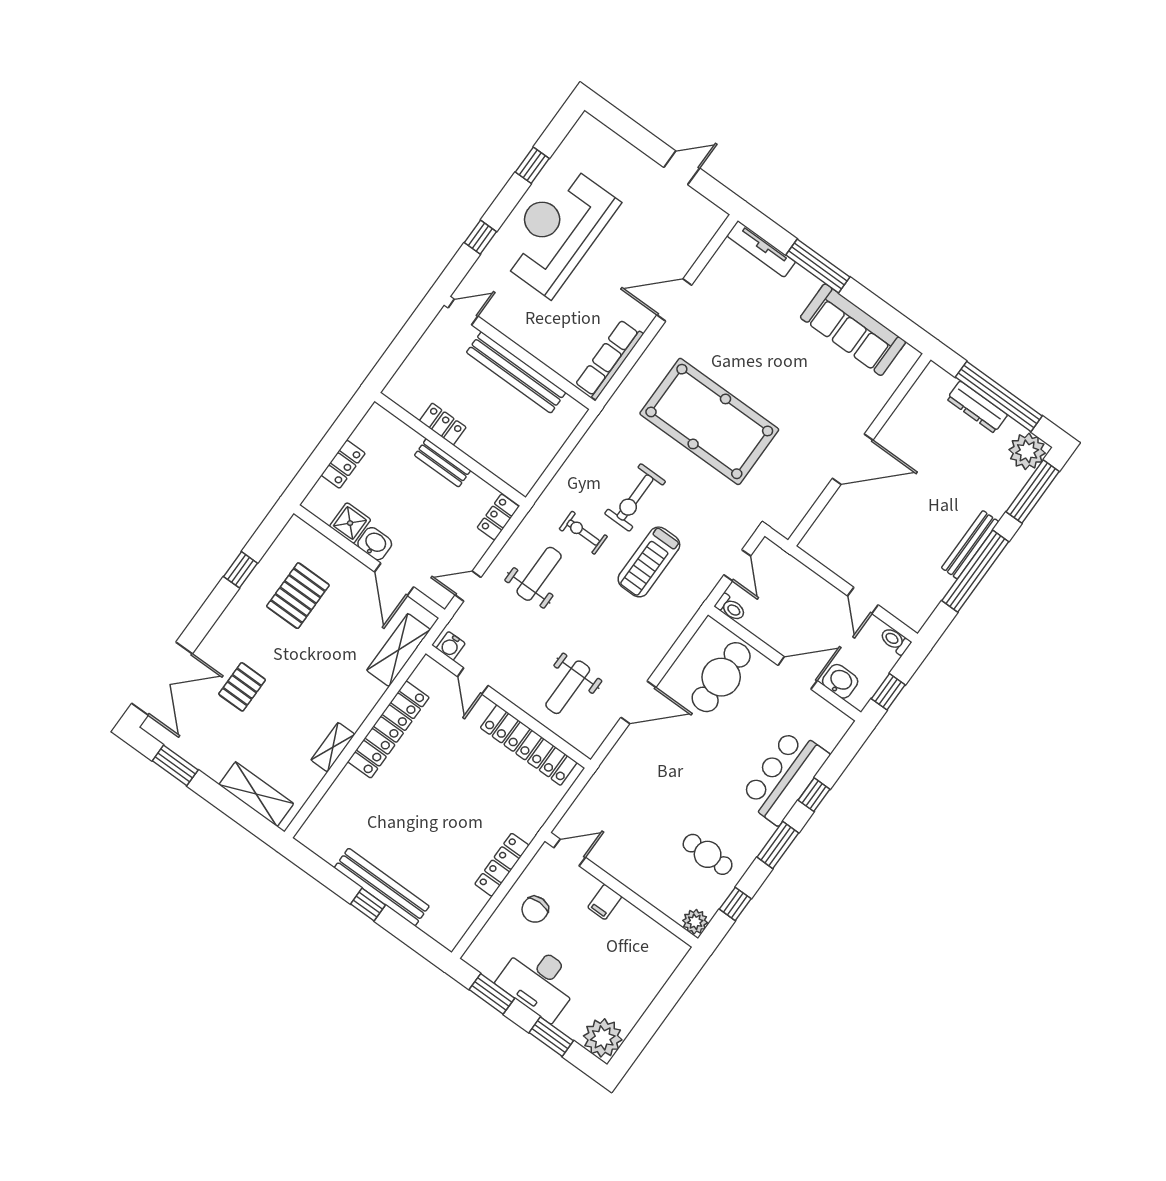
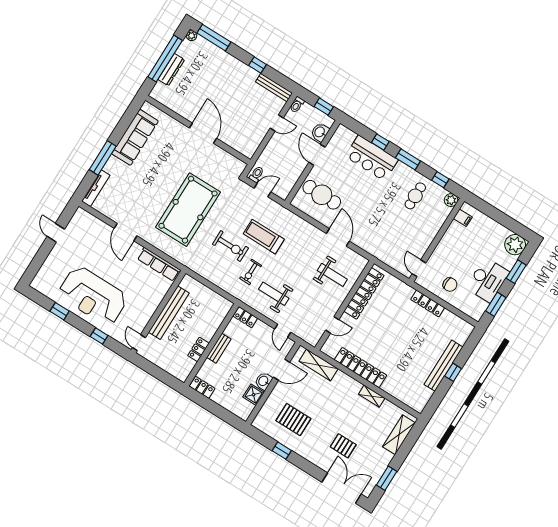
plant: (1027, 451) -> (192, 36), width x0.53, depth x0.53
locker: (343, 464) -> (202, 387), moved
bench: (970, 545) -> (274, 87), moved
treadmill: (649, 562) -> (264, 237), turned 180
window: (975, 571) -> (258, 65), width x0.32
toilet: (731, 608) -> (257, 174), moved
water cooler: (451, 646) -> (315, 338), removed
filing cabinet: (605, 902) -> (463, 218), moved

